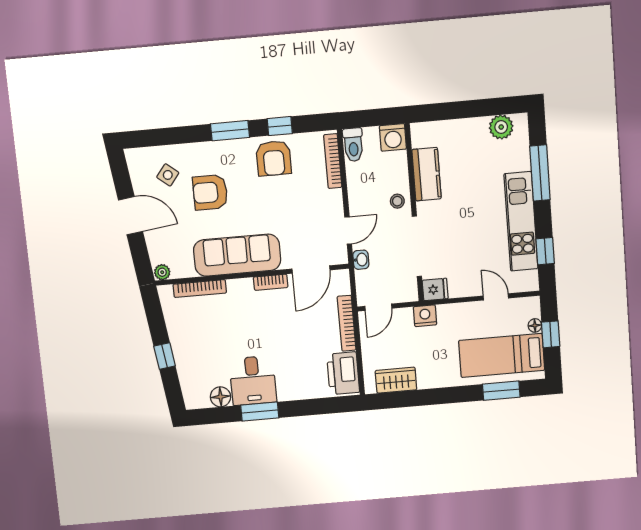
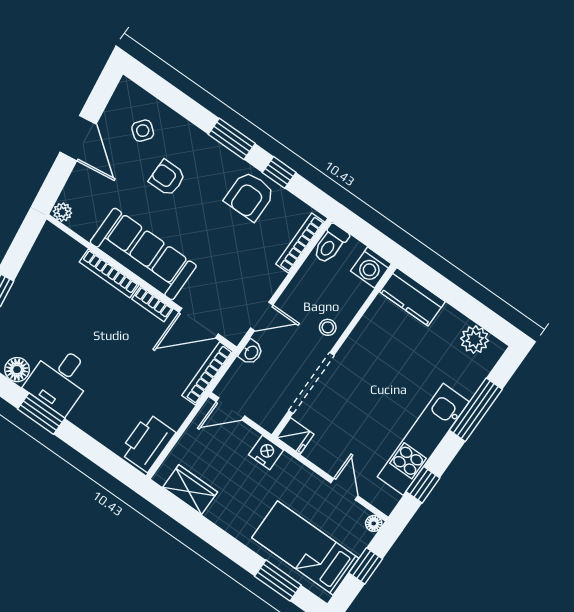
kitchen counter: (427, 174) -> (412, 297), moved, turned 90
armchair: (210, 192) -> (167, 178), width x0.72, depth x0.72
bookcase: (200, 289) -> (109, 273), moved
bookcase: (347, 323) -> (208, 373), moved
floor lamp: (535, 325) -> (374, 523), moved

